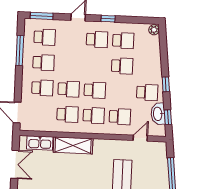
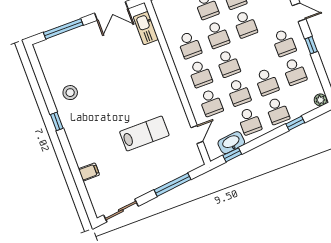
school desk: (70, 64) -> (245, 24), added
school desk: (148, 67) -> (277, 111), added
window: (166, 84) -> (295, 123), moved
school desk: (121, 91) -> (239, 92), added
door: (140, 138) -> (197, 135), hinge flipped
shelving: (73, 145) -> (158, 65), removed

